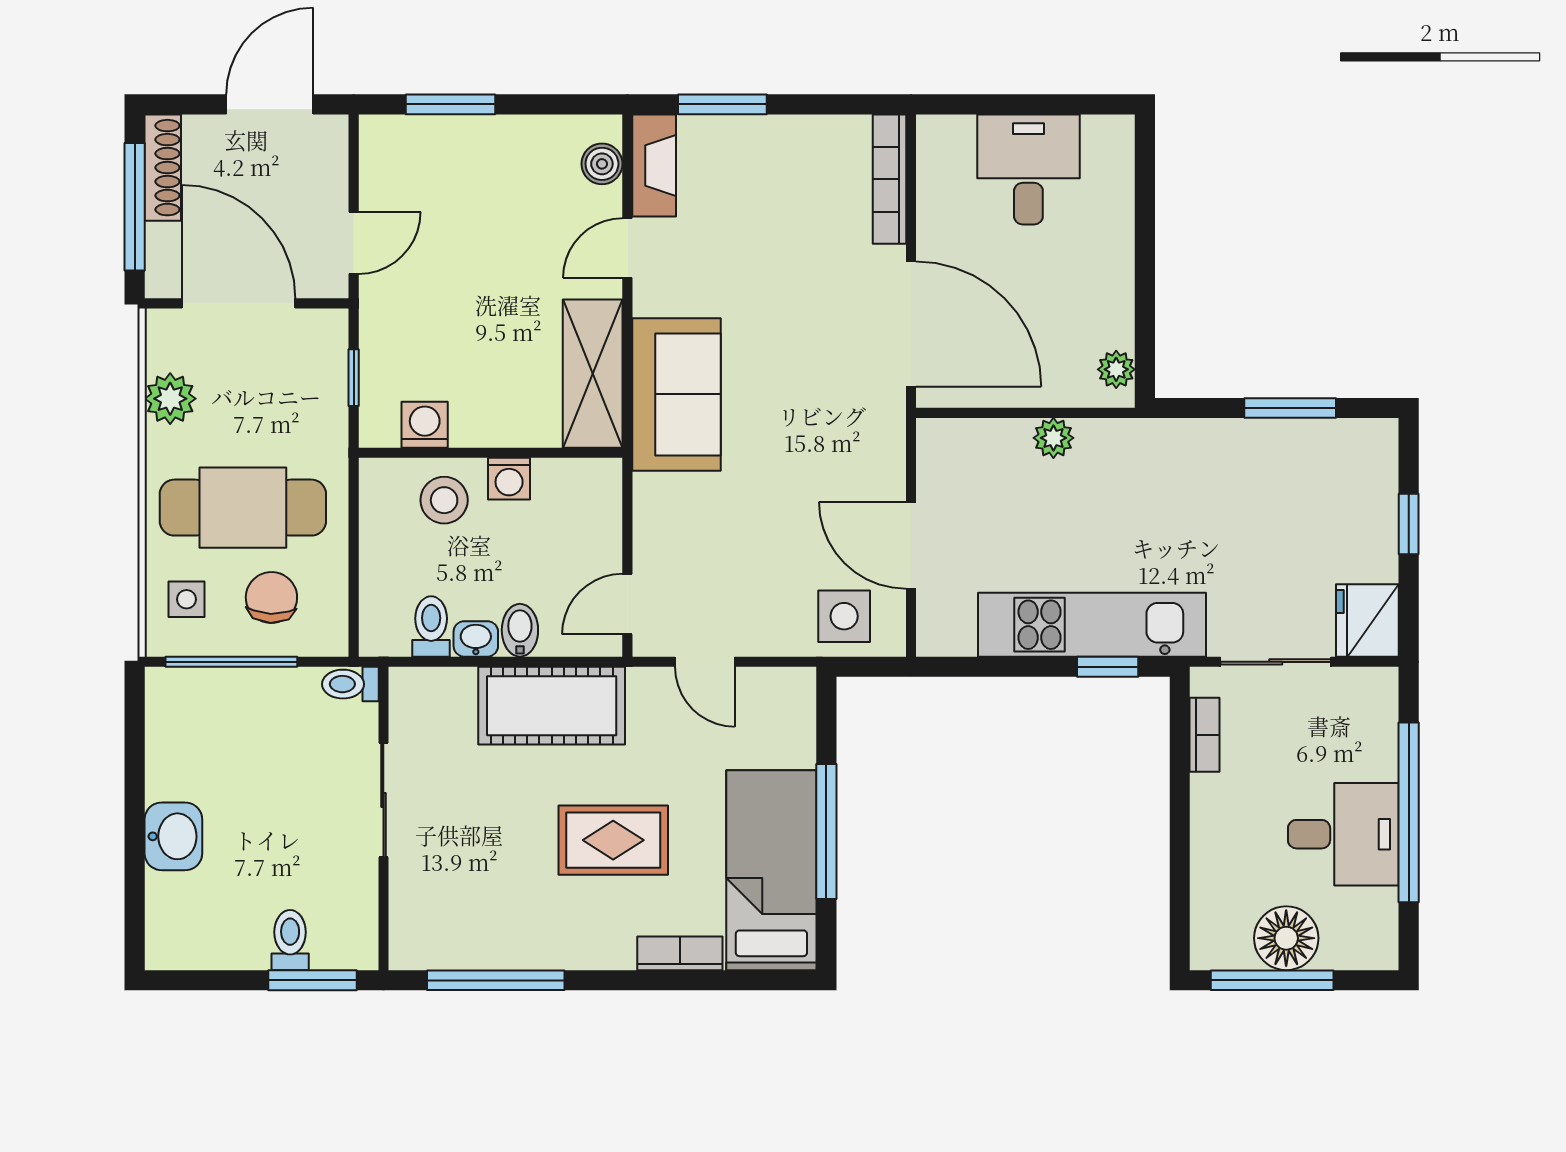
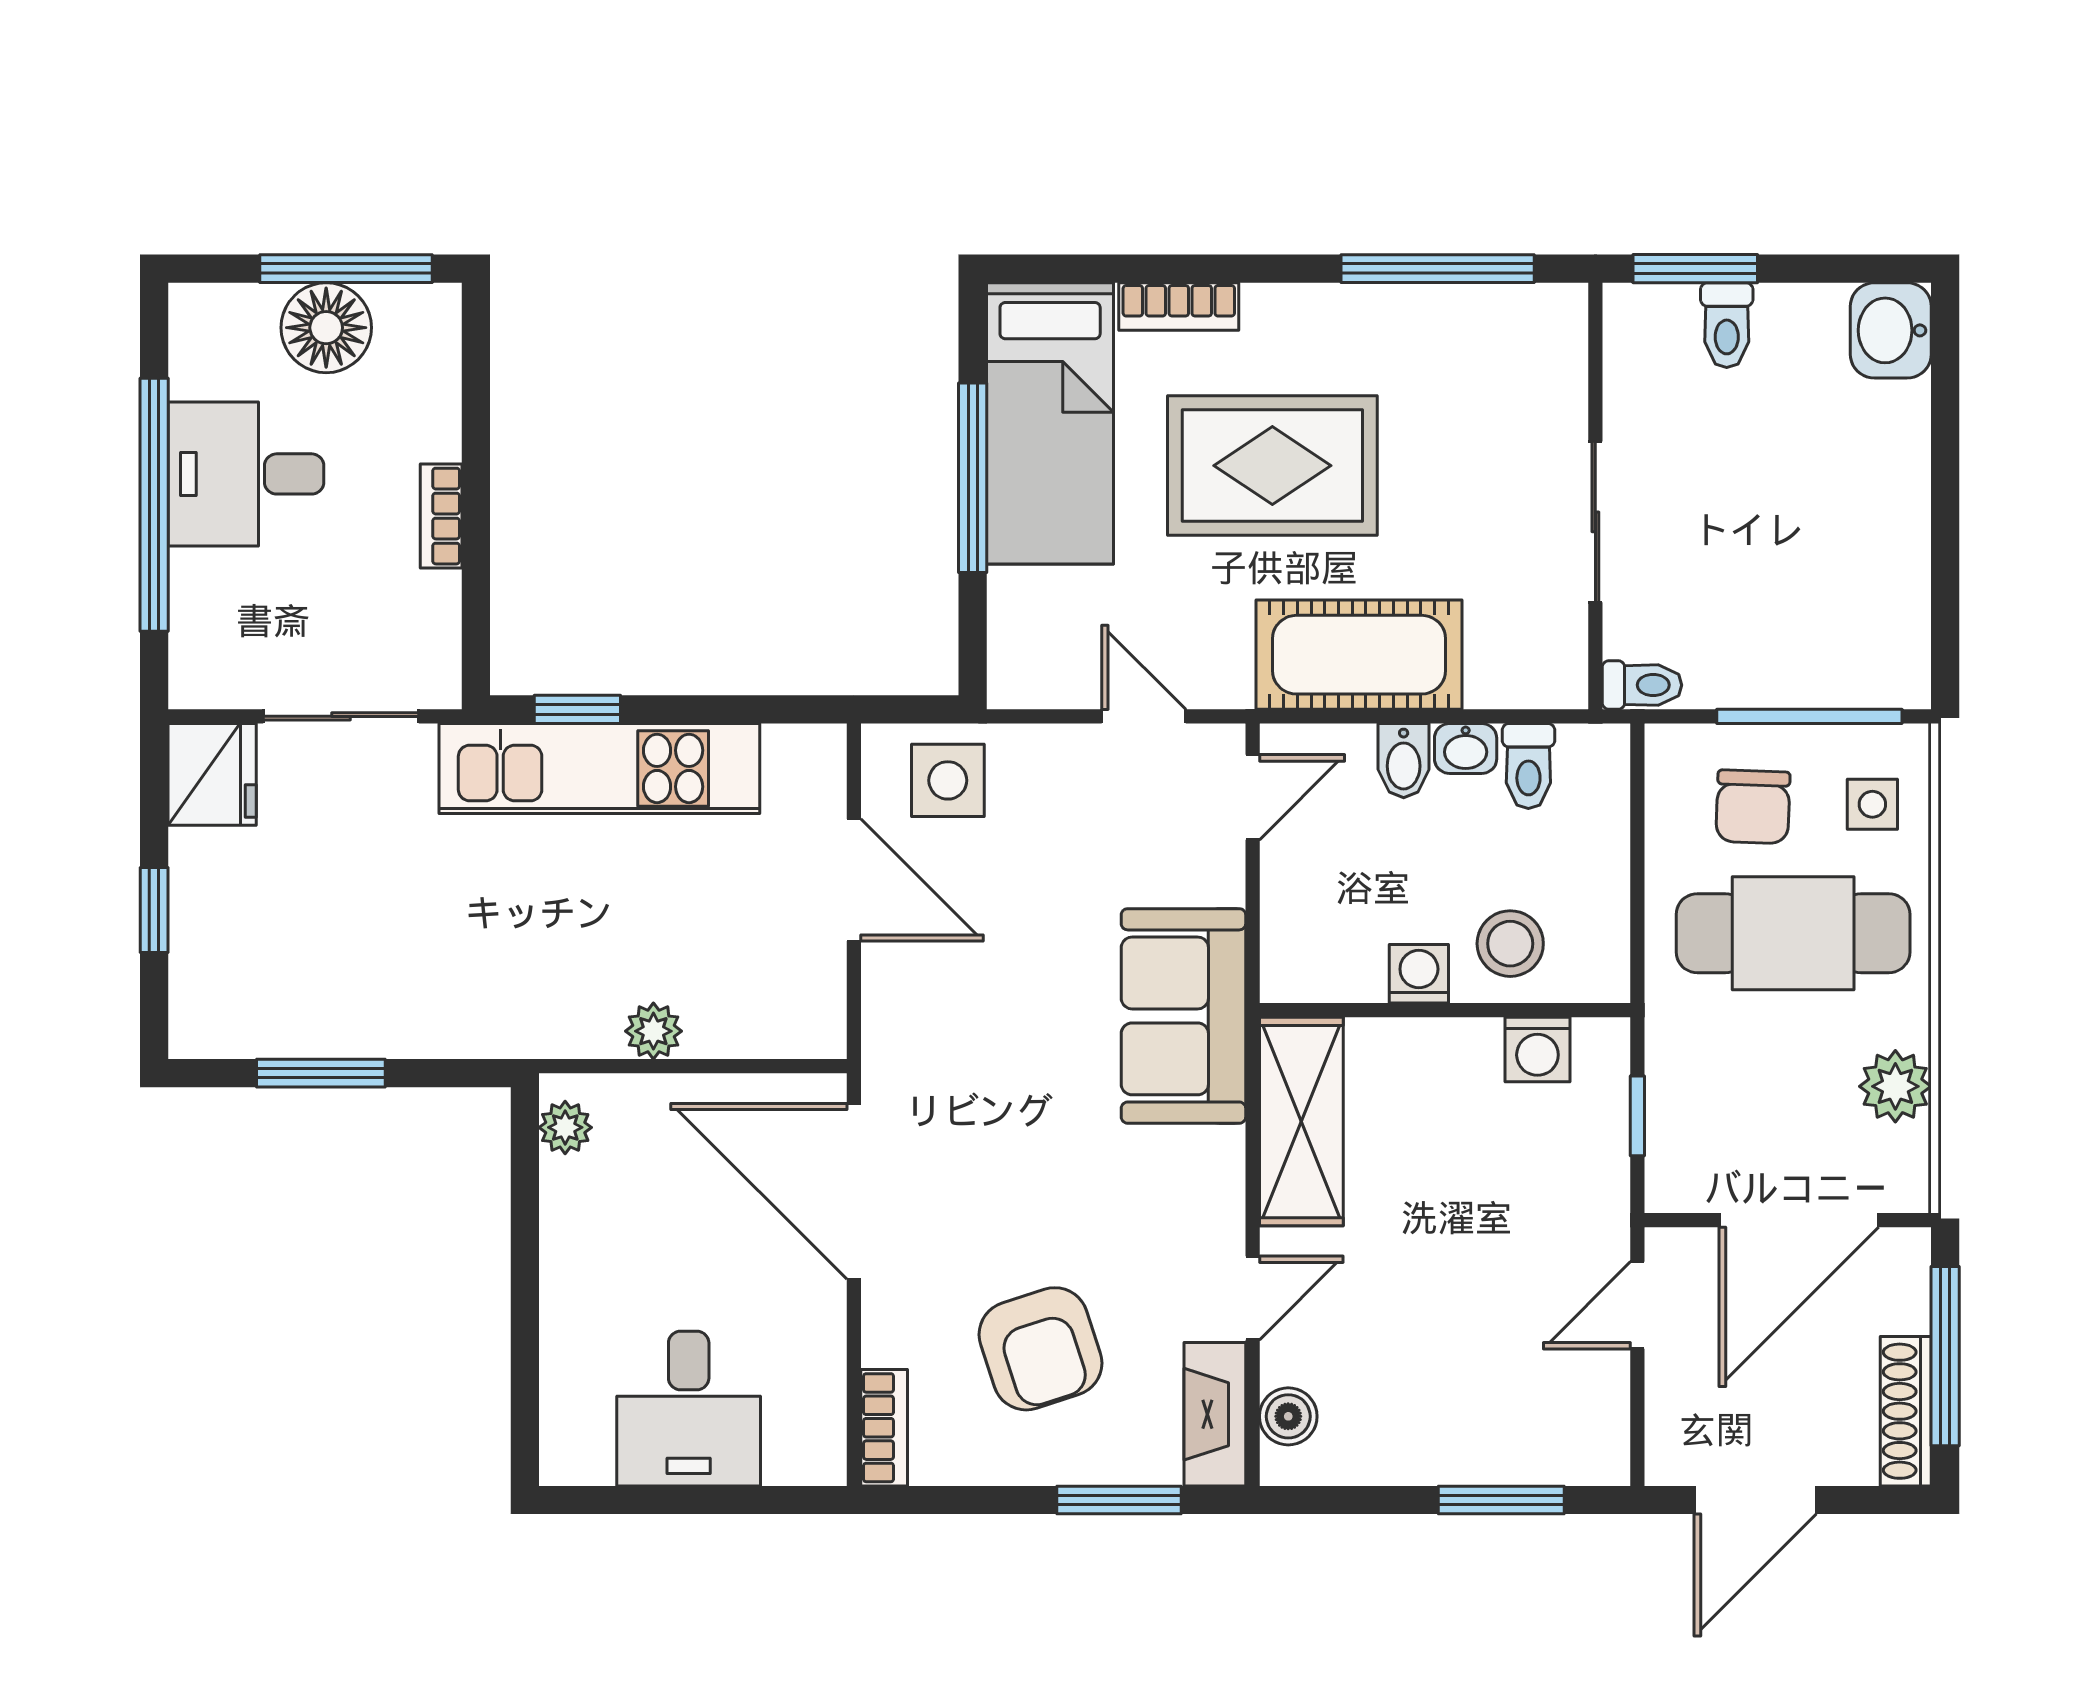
bookcase: (889, 179) -> (884, 1428), width x0.64
armchair: (778, 212) -> (1040, 1349), added
door: (239, 303) -> (1799, 1220), hinge flipped
sofa: (676, 394) -> (1183, 1016), moved
bookcase: (1204, 735) -> (441, 516), moved
washbasin: (173, 836) -> (1891, 330), moved
rug: (613, 840) -> (1272, 466), width x1.36, depth x1.43

